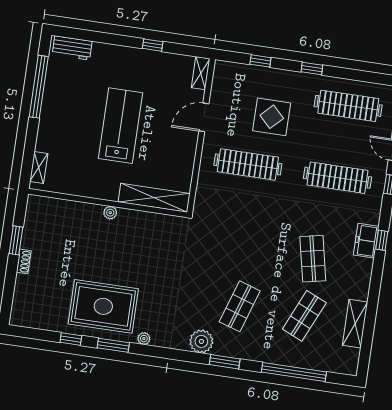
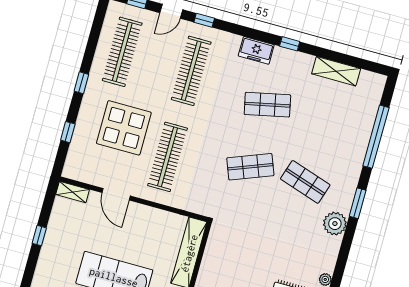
display table: (272, 117) -> (124, 128), width x1.36, depth x1.36
window: (382, 240) -> (290, 44), moved
shop shelf: (304, 316) -> (250, 167), moved, turned -45

